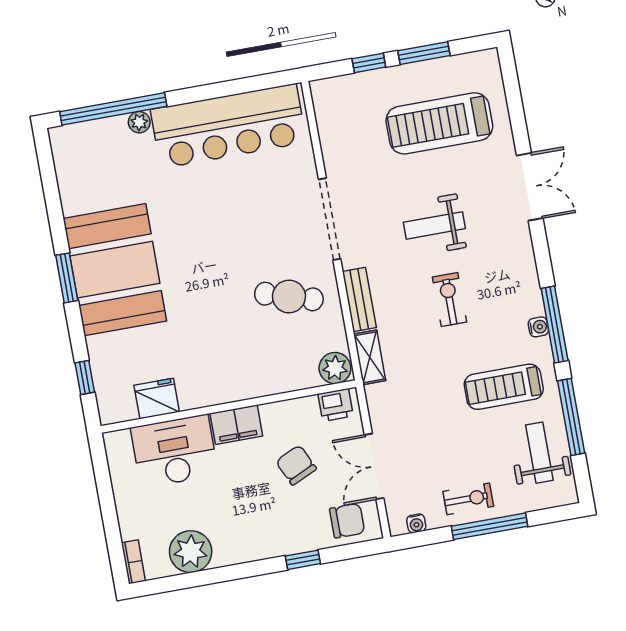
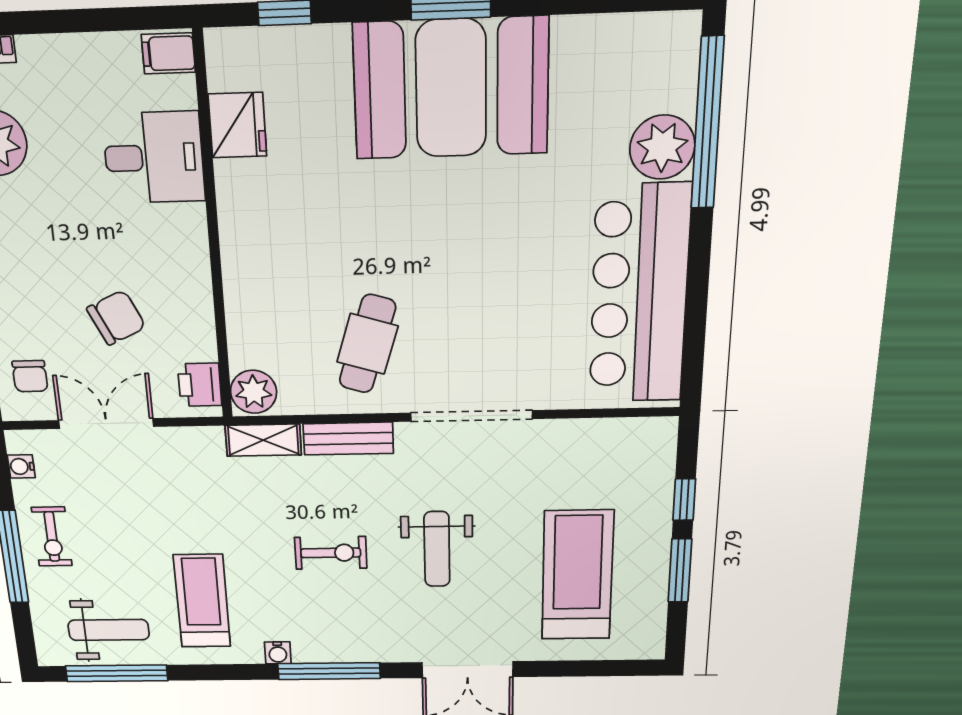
plant: (139, 122) -> (662, 147), width x1.88, depth x1.88
weight bench: (434, 225) -> (437, 549), turned 180
window: (555, 324) -> (329, 671), moved
window: (571, 417) -> (117, 673), moved
filing cabinet: (236, 425) -> (168, 53), moved, width x0.50
desk: (174, 451) -> (154, 158), width x0.73
chair: (347, 521) -> (30, 376), width x0.73, depth x0.73

